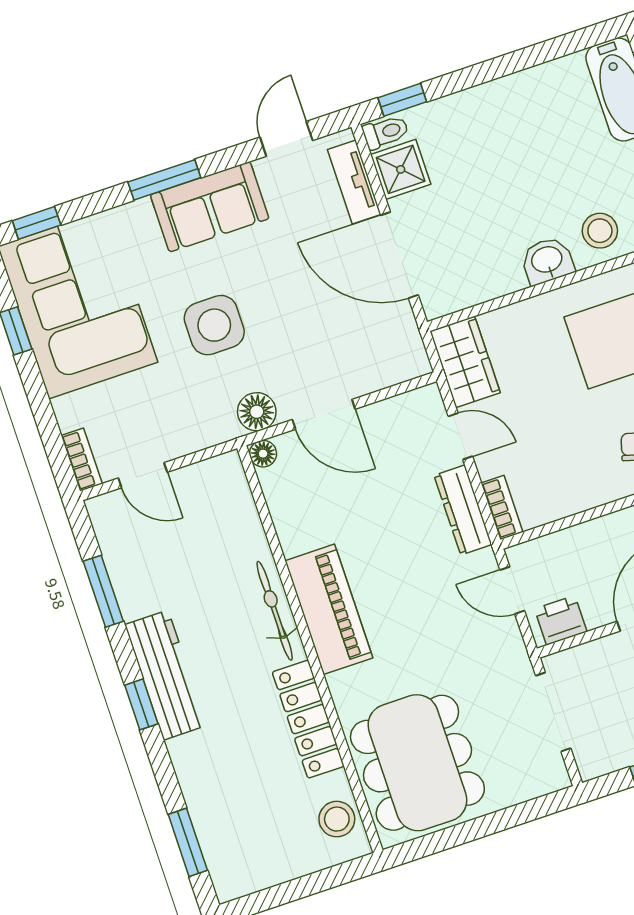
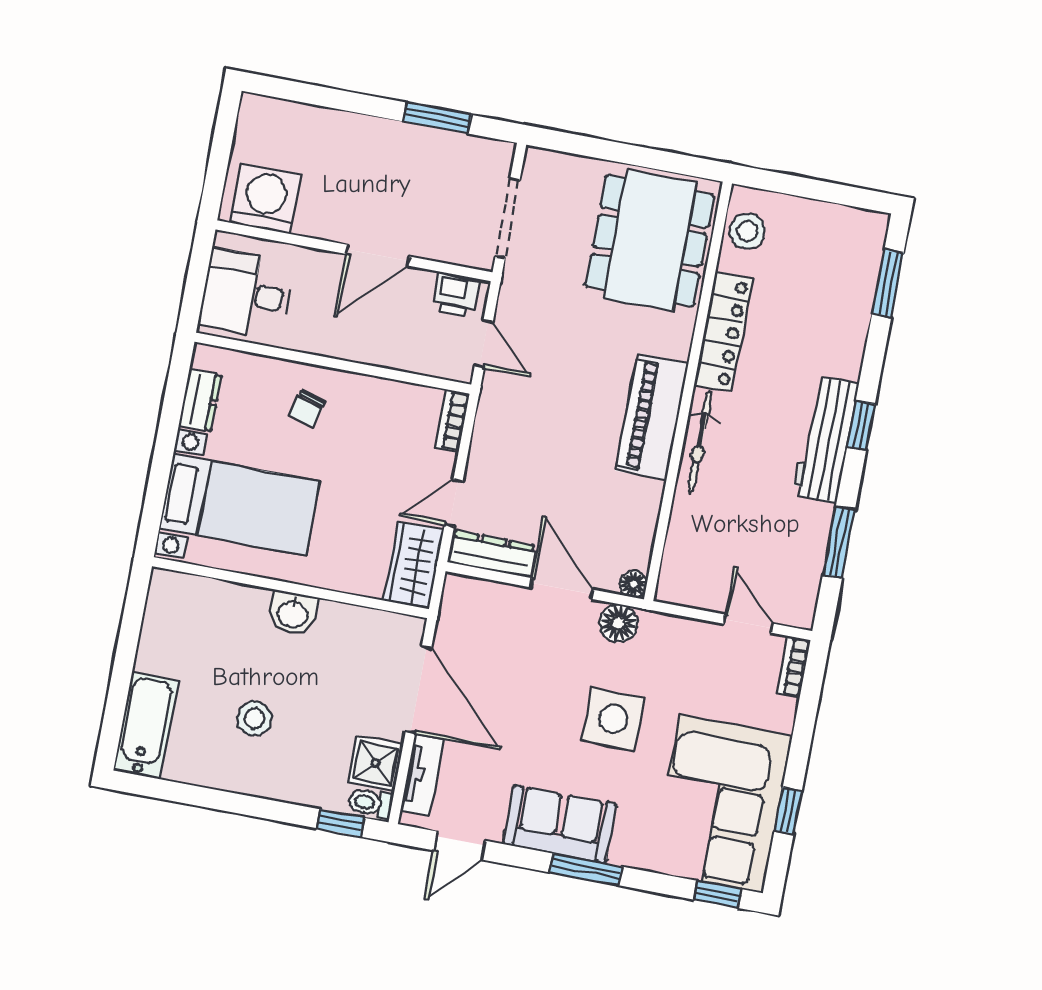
stool: (600, 231) -> (255, 718), moved
door: (460, 436) -> (454, 503), hinge flipped
dresser: (463, 510) -> (491, 554), moved, turned -90

